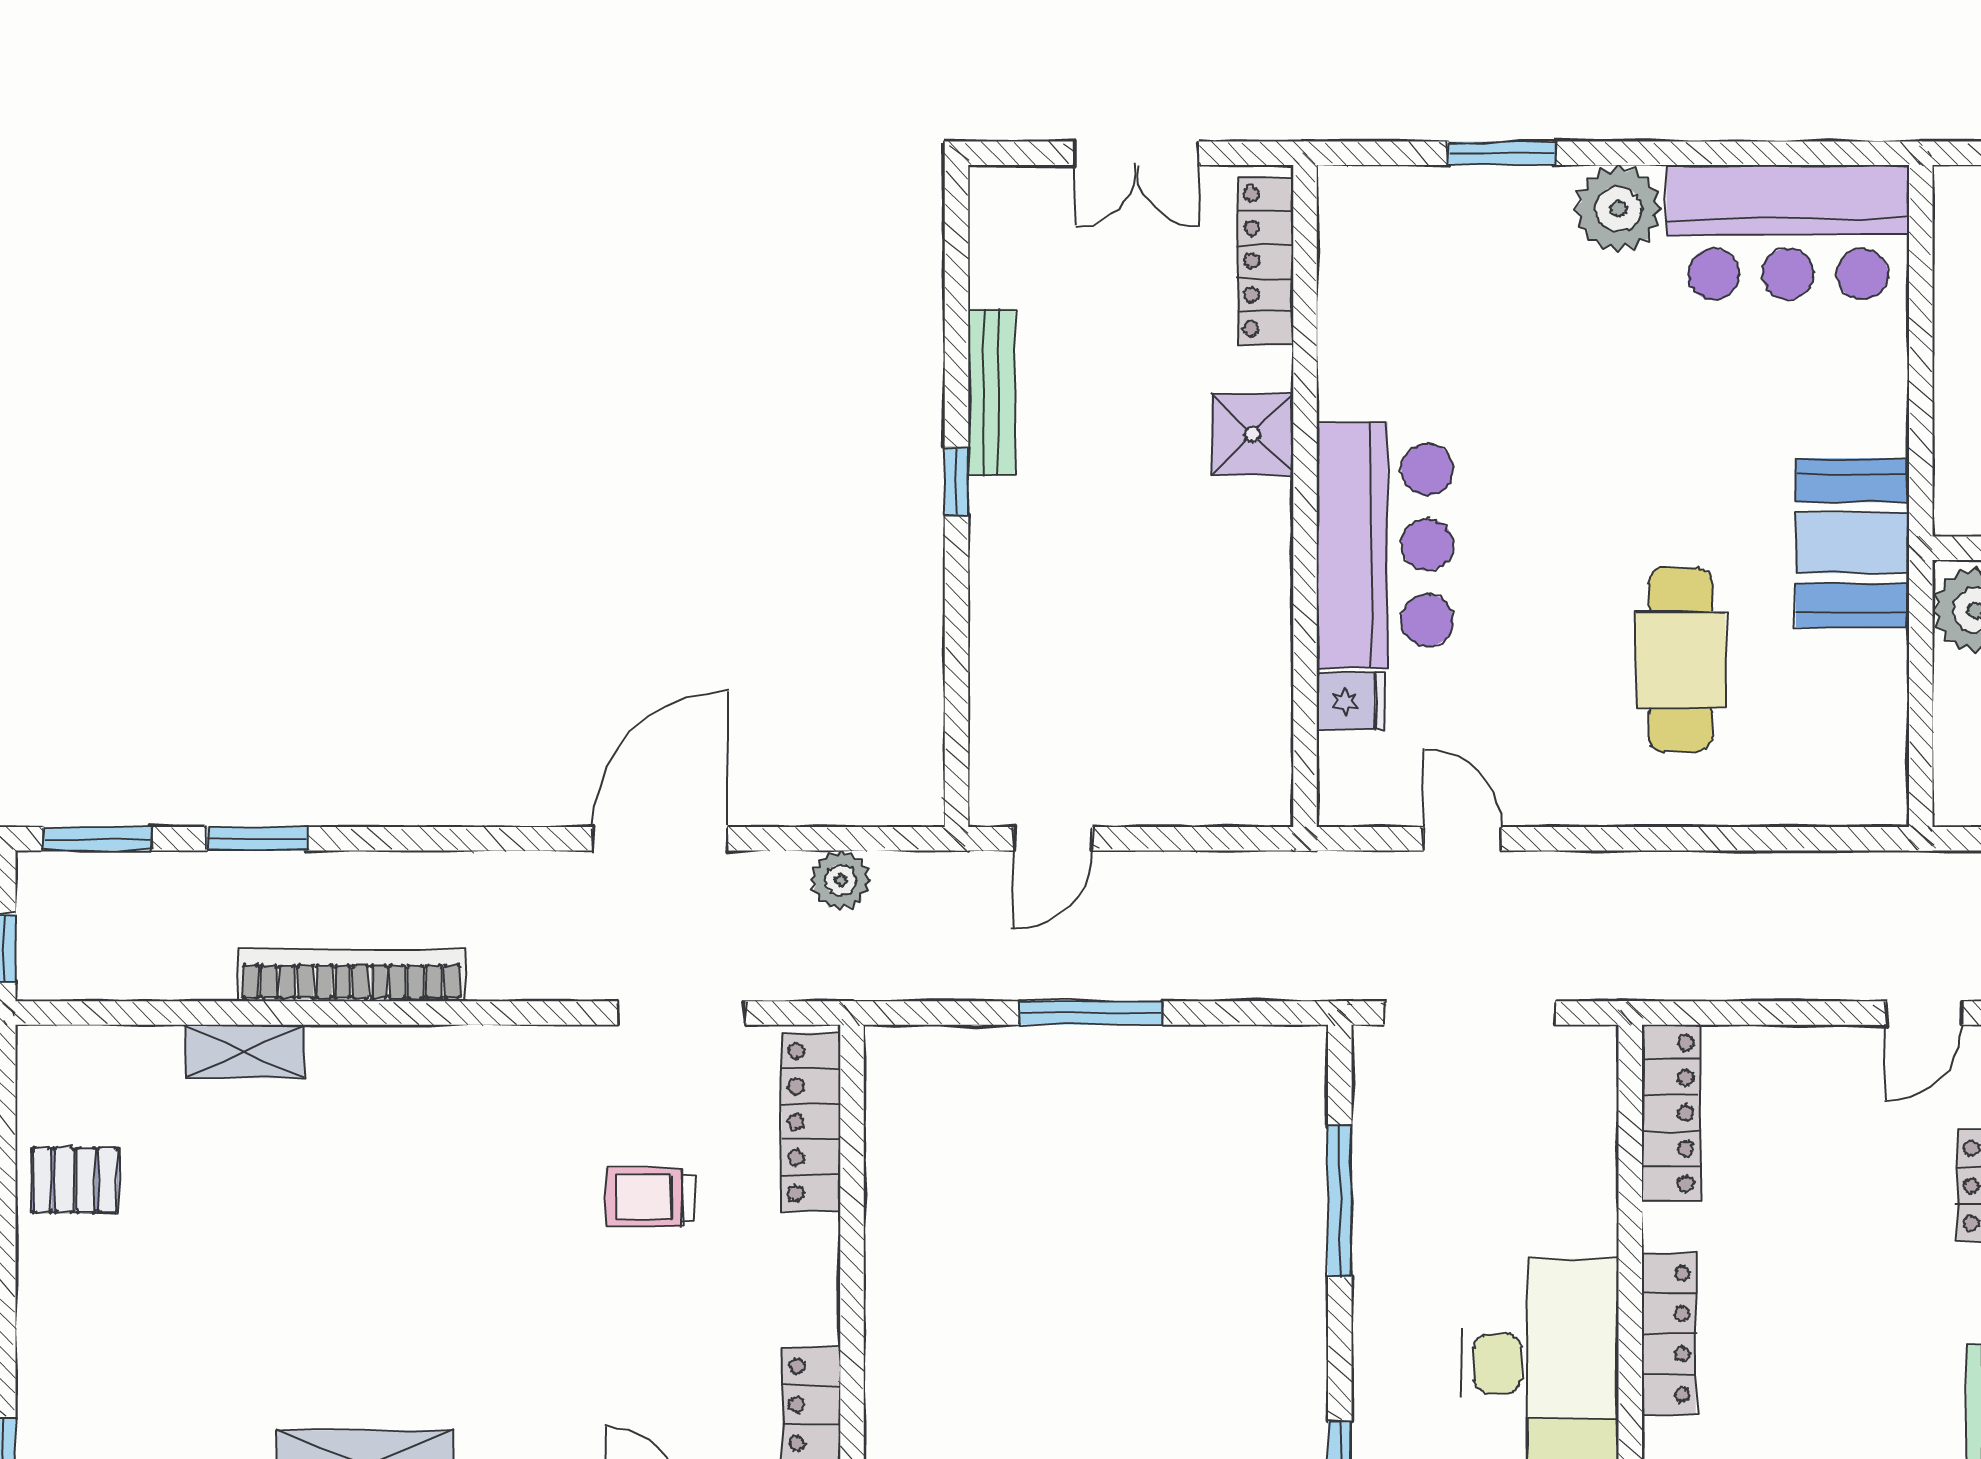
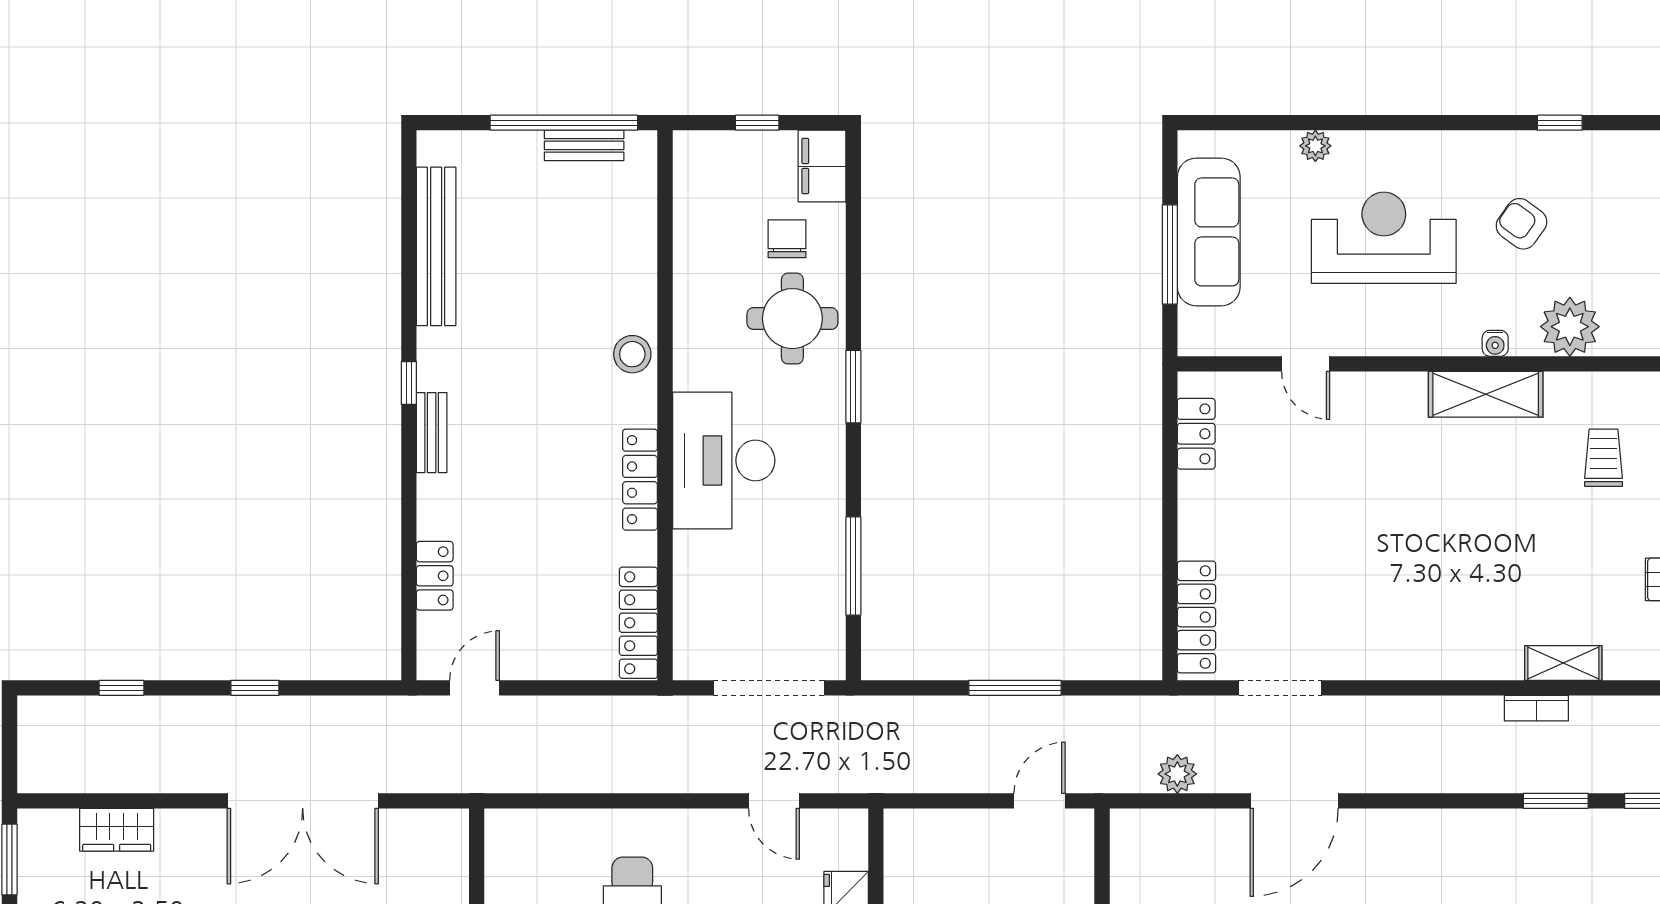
bookcase: (351, 975) -> (1536, 708), width x0.43, depth x0.76
trolley: (650, 1197) -> (1604, 458), moved, turned -90

